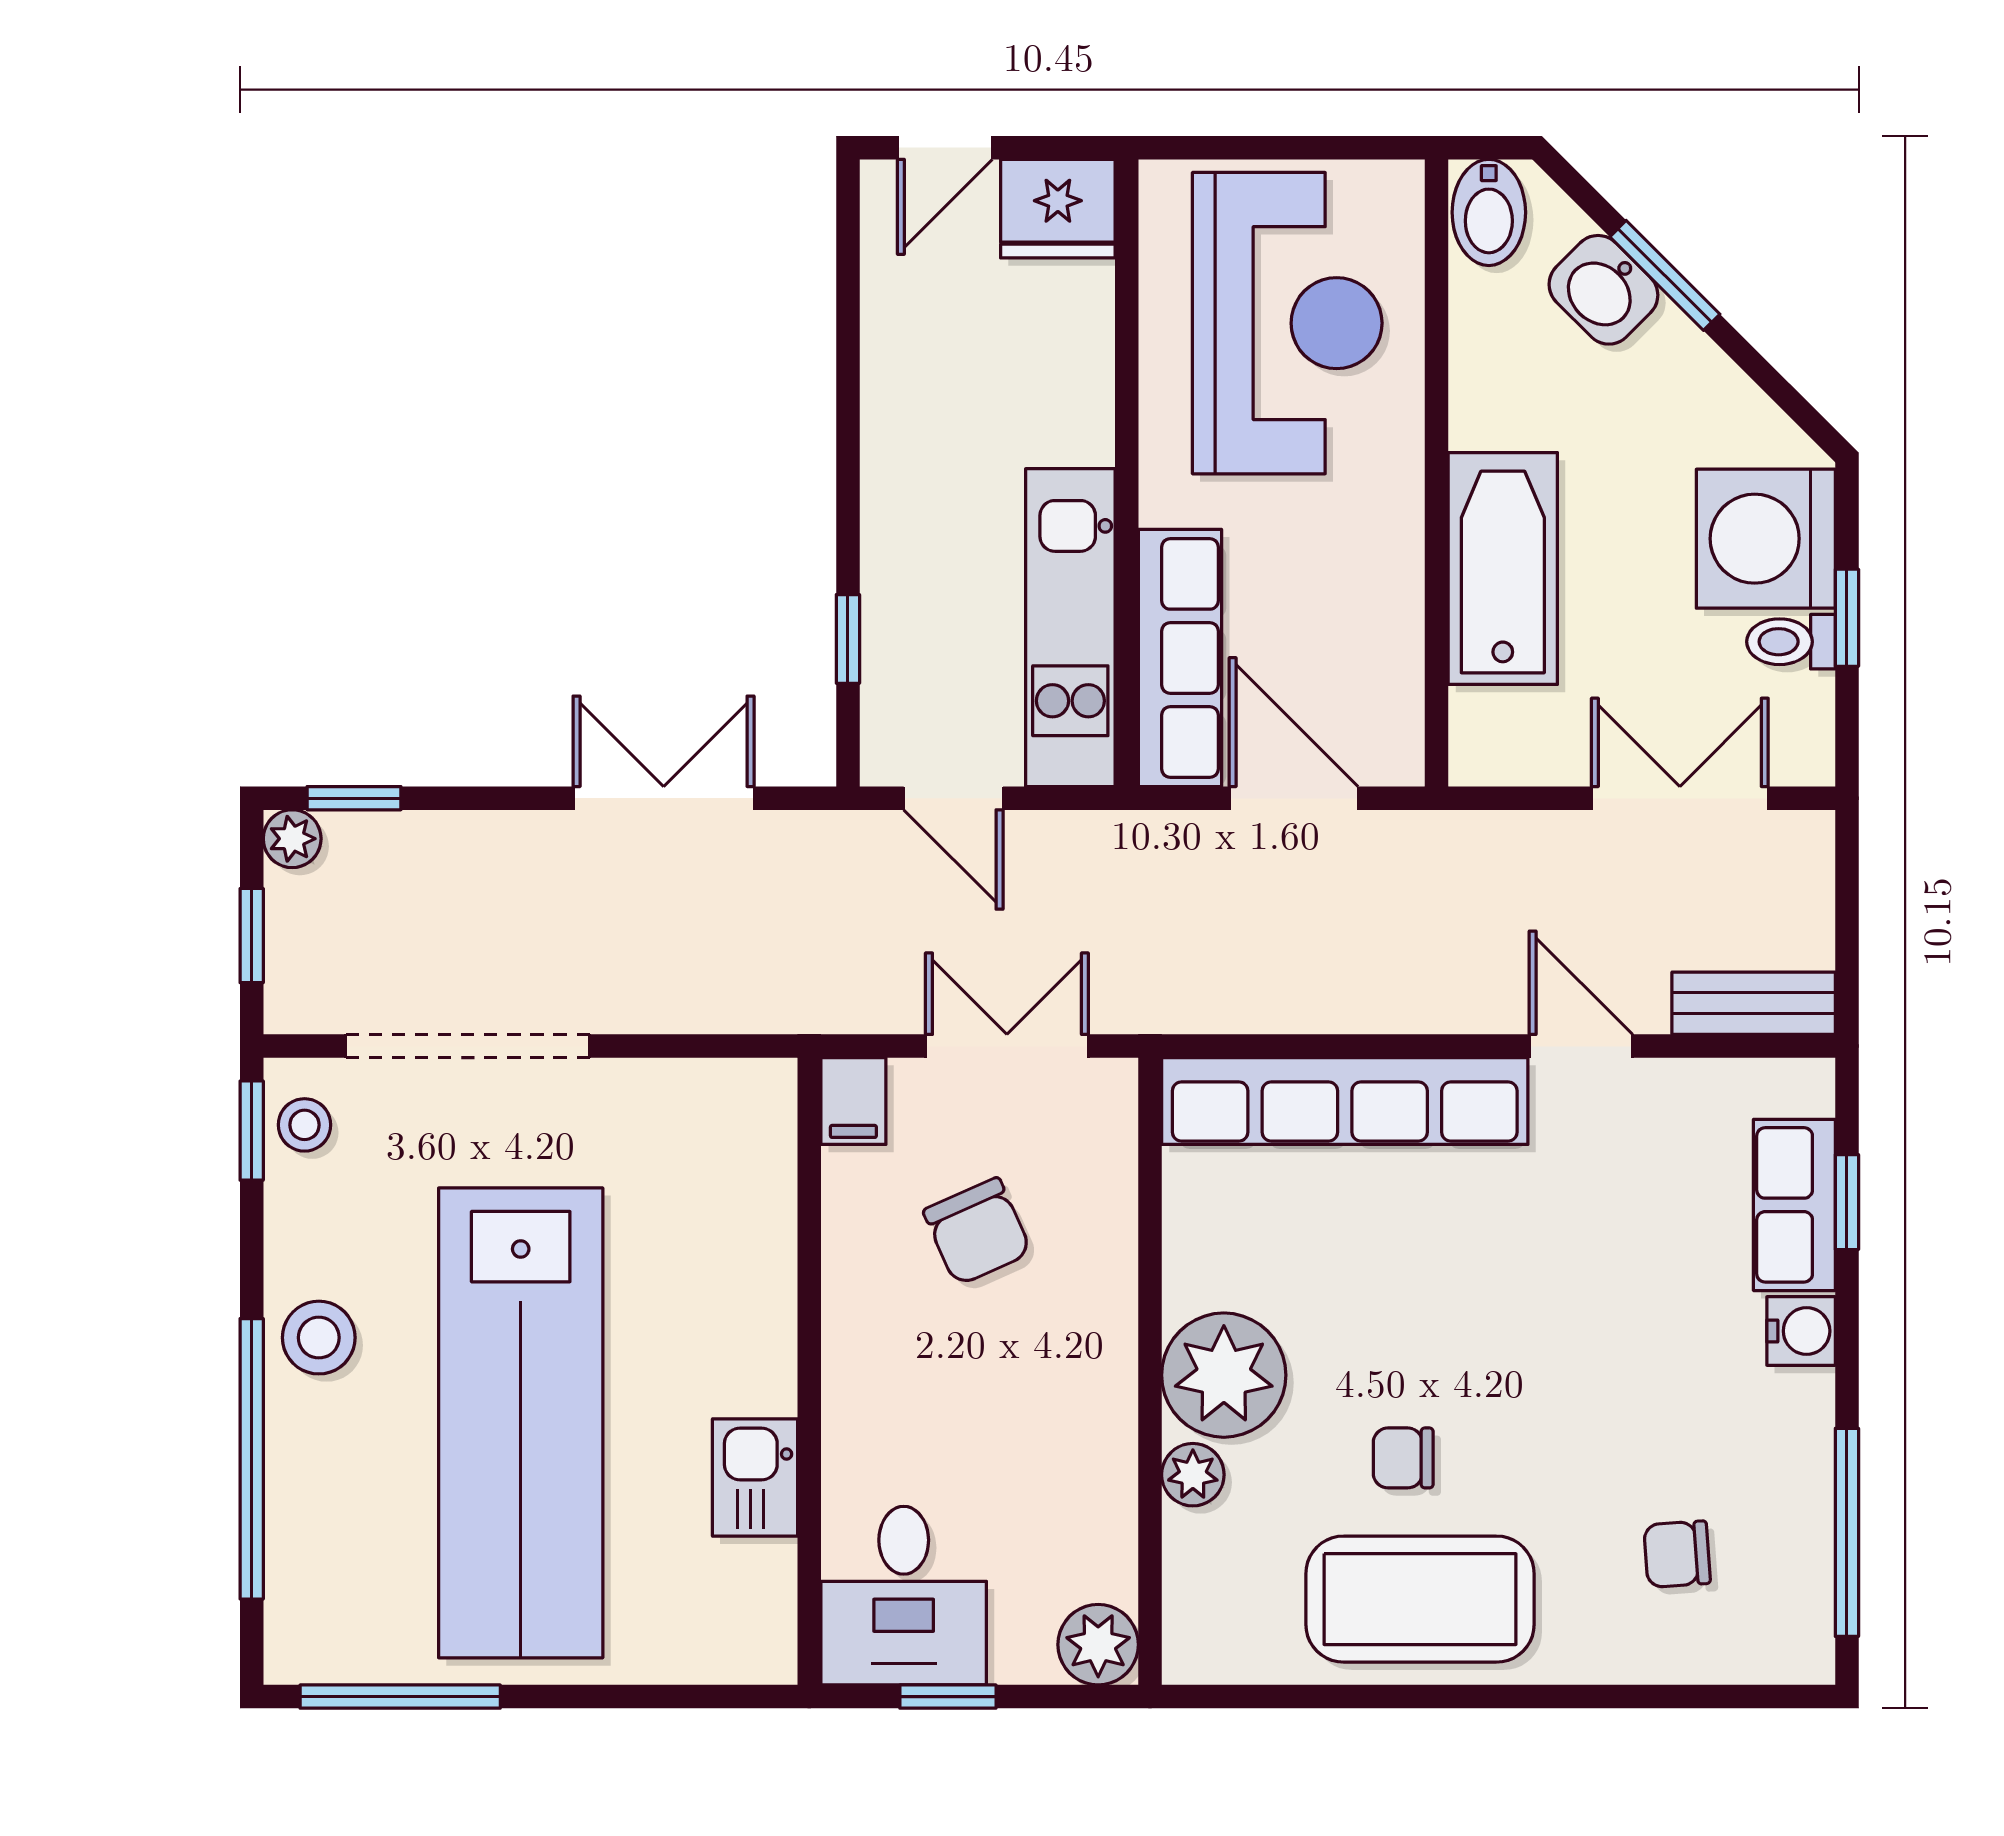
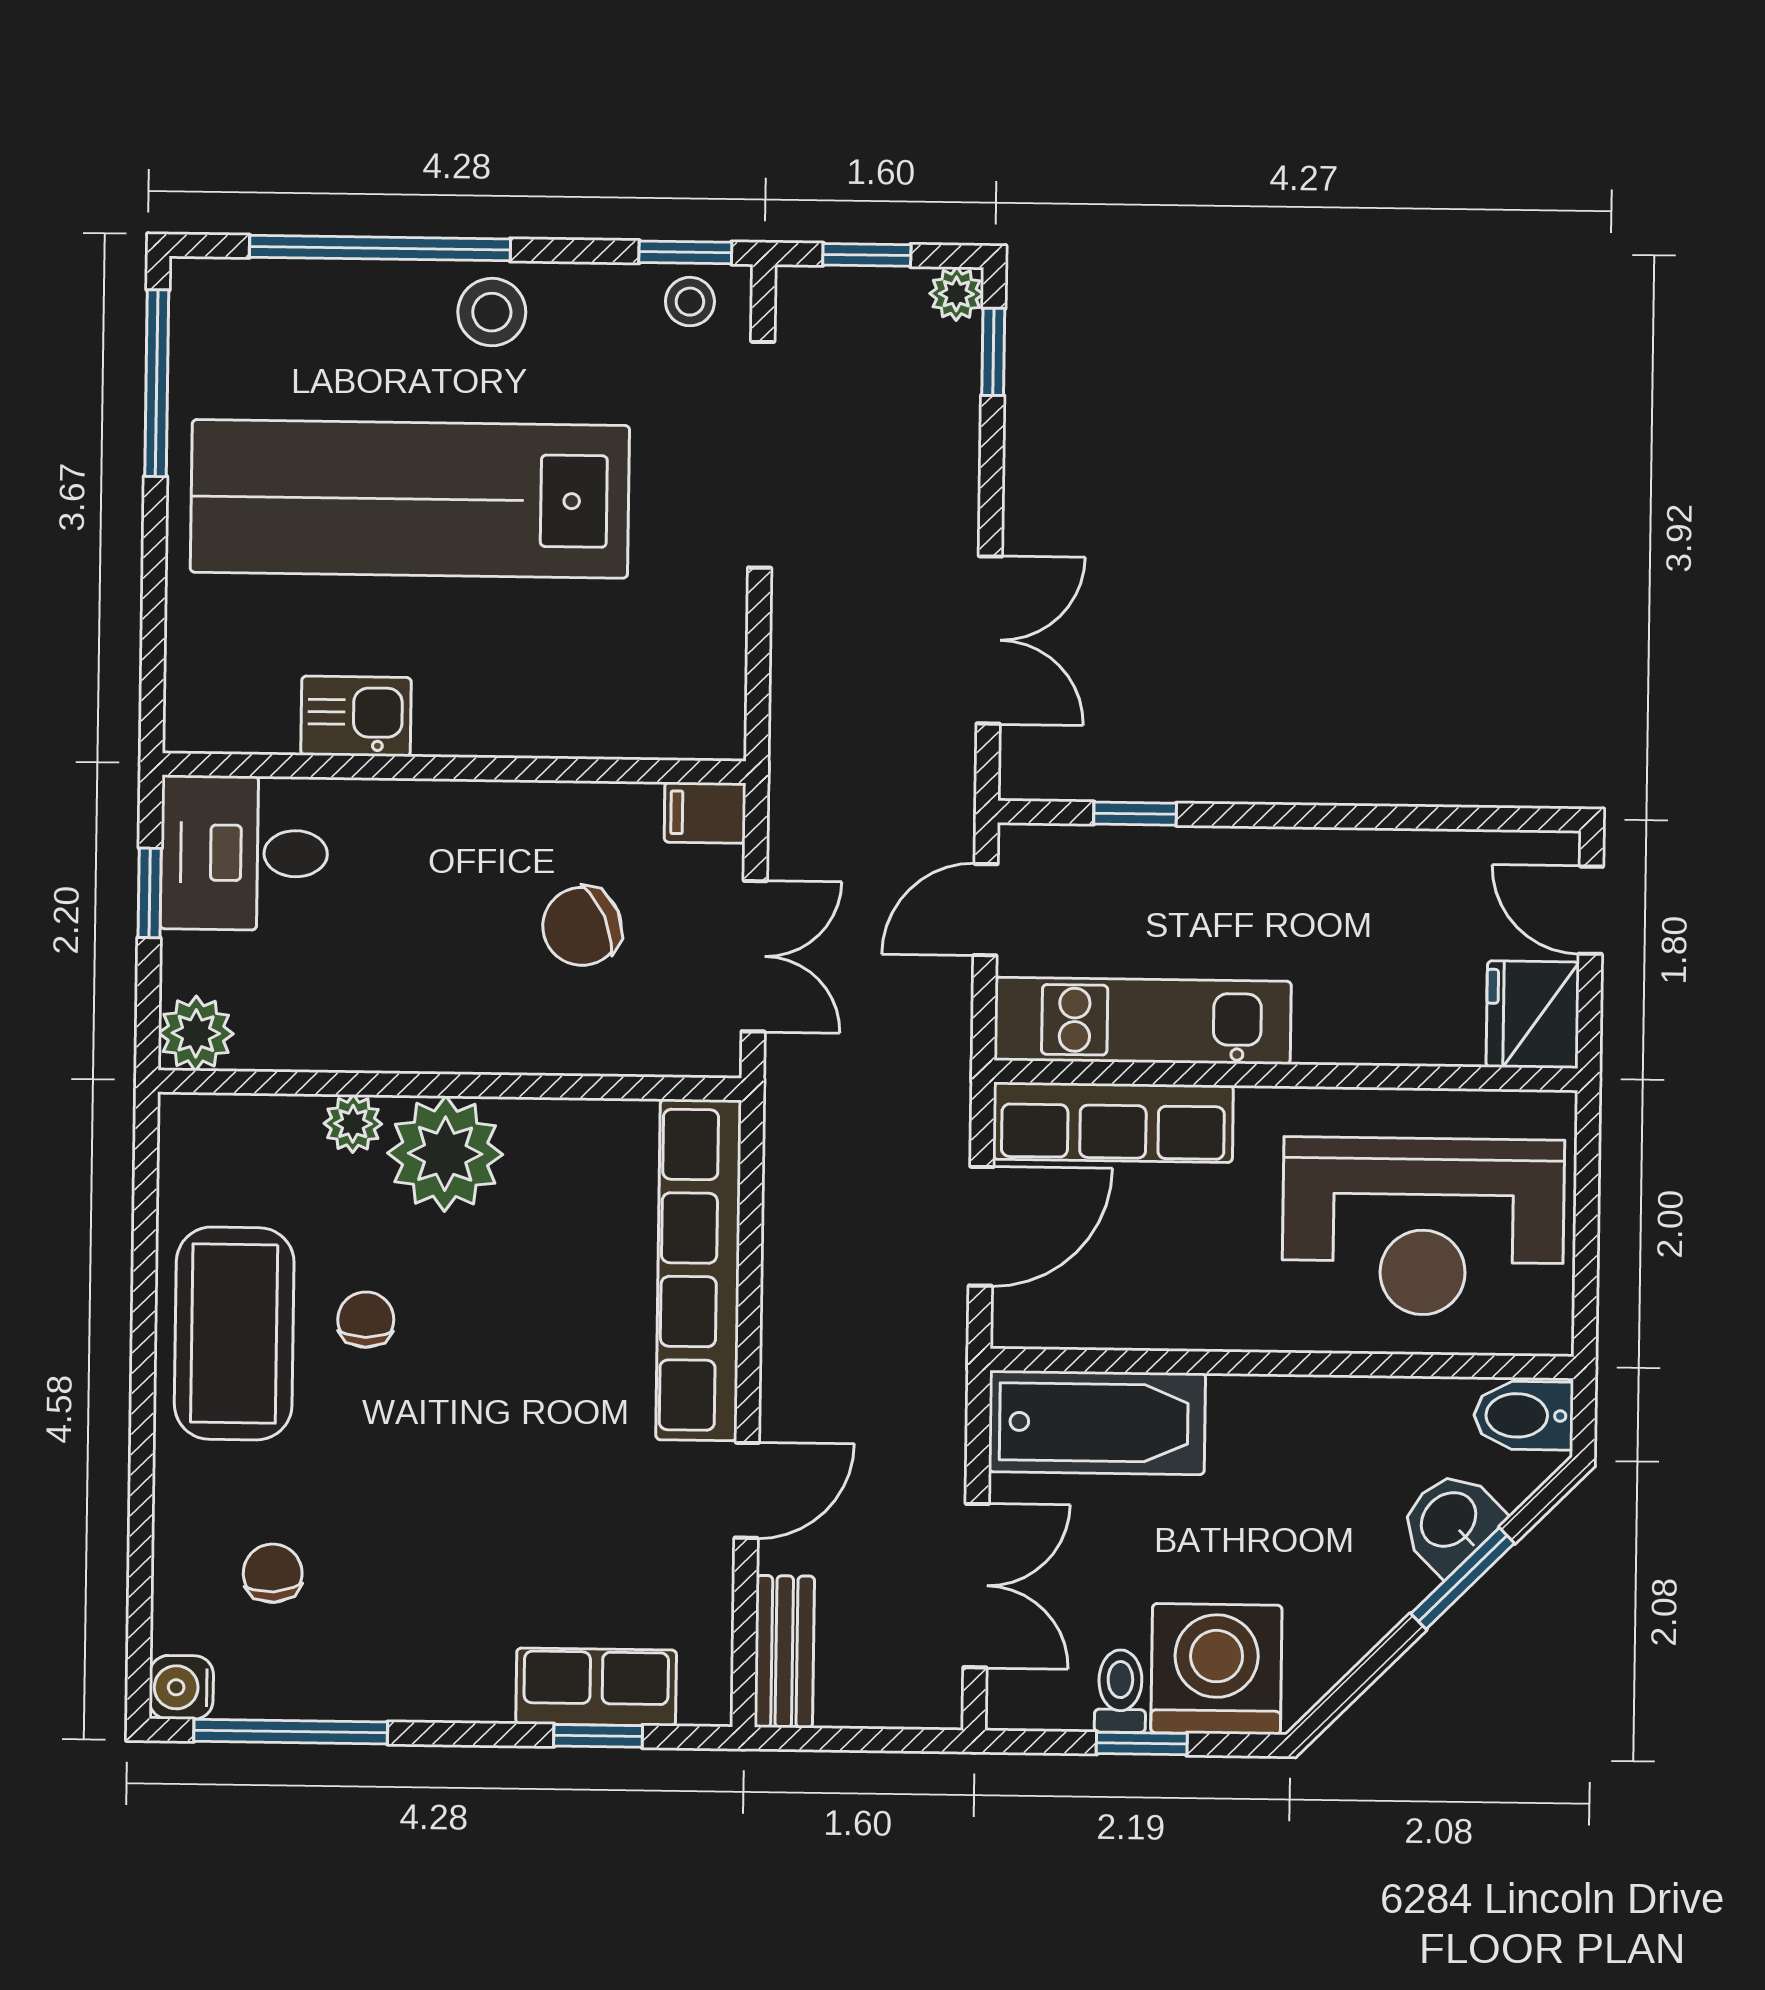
bathtub: (1503, 569) -> (1097, 1423), moved
water cooler: (1801, 1331) -> (181, 1687), moved, turned 90

